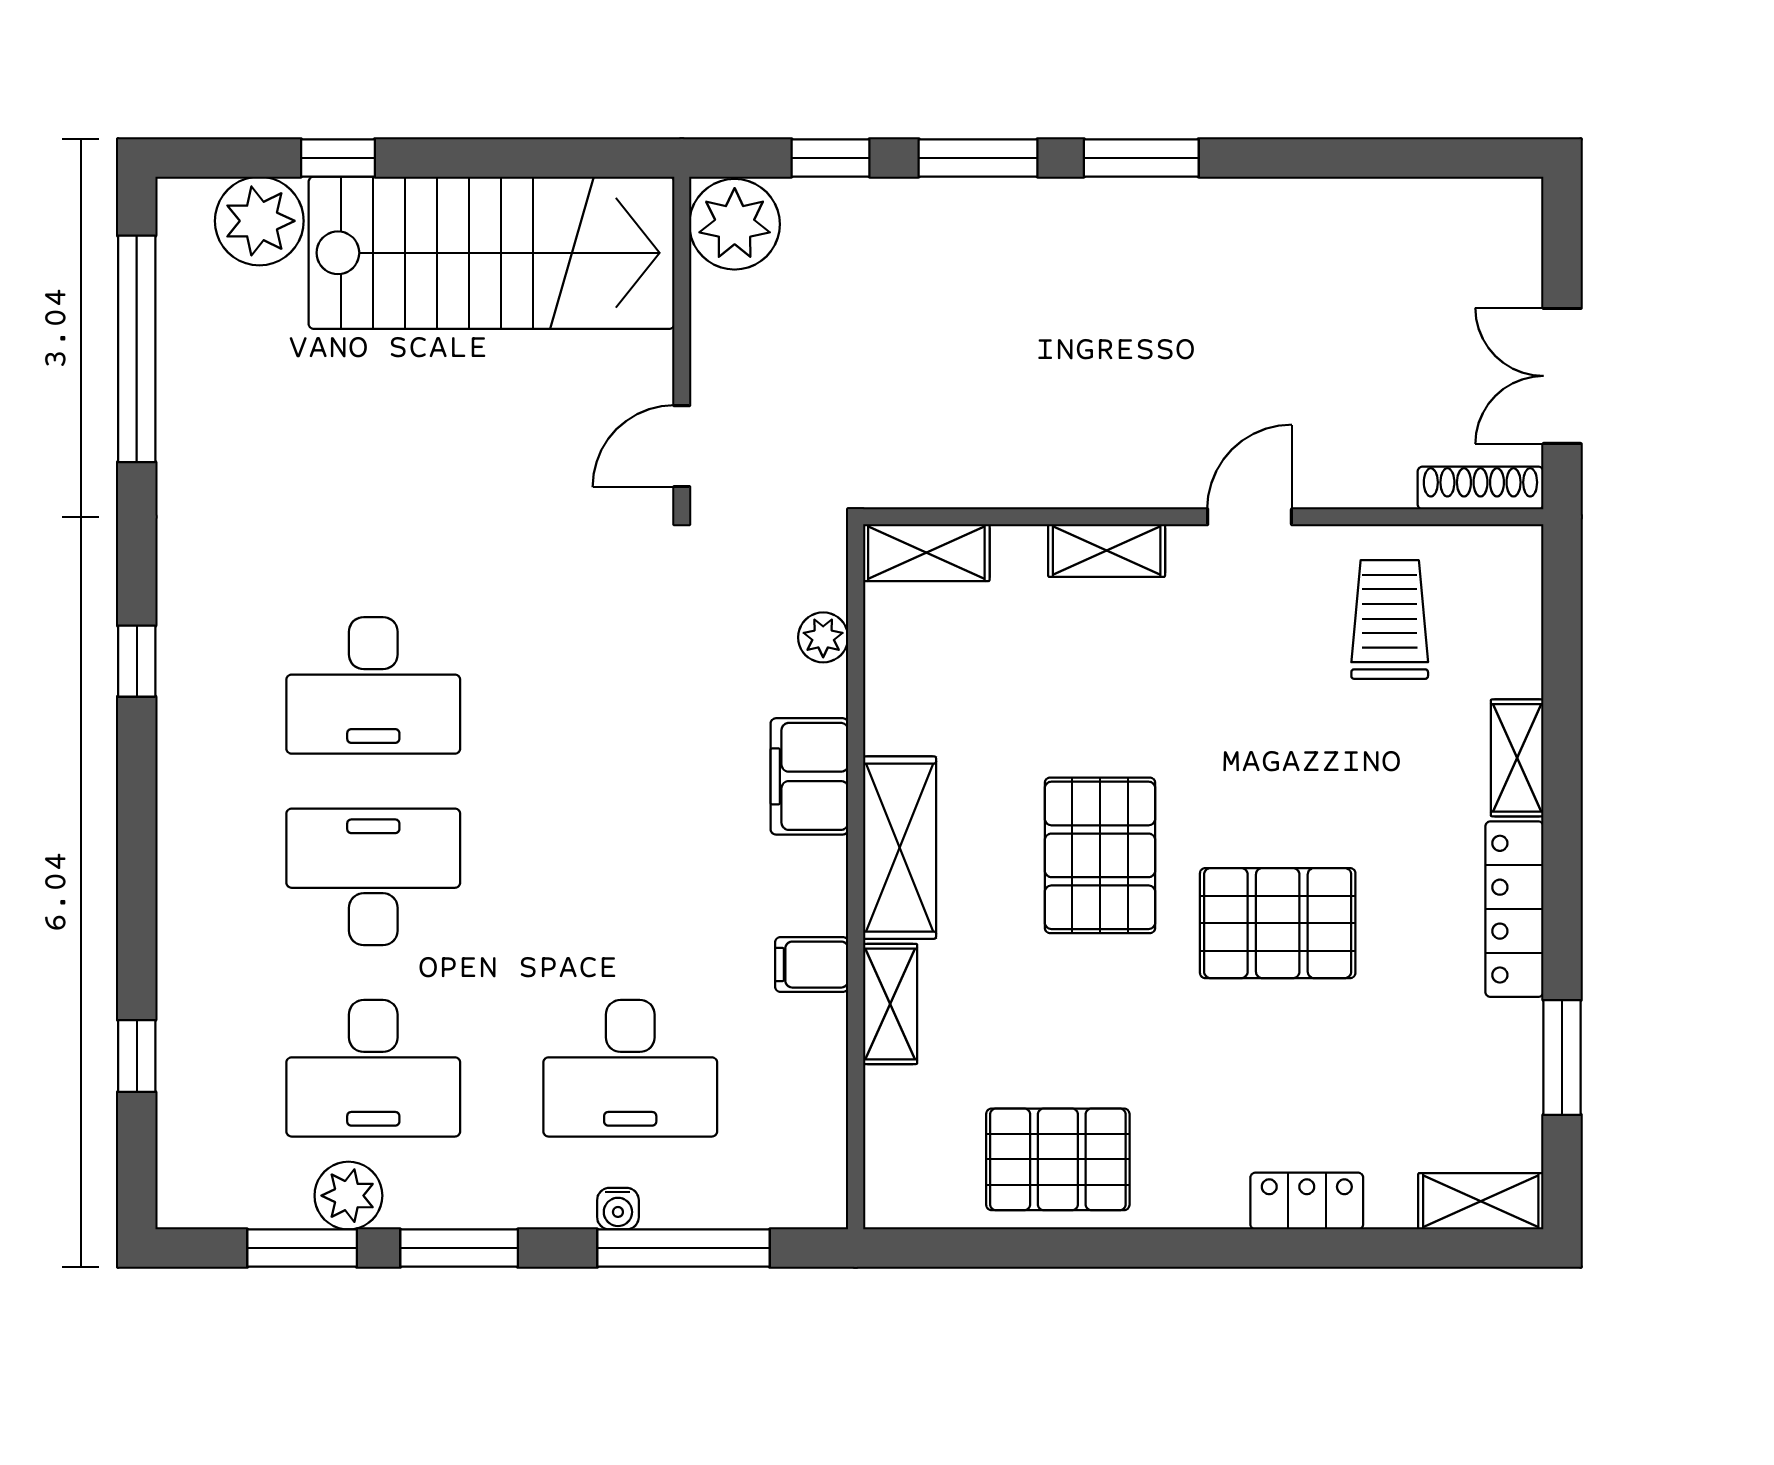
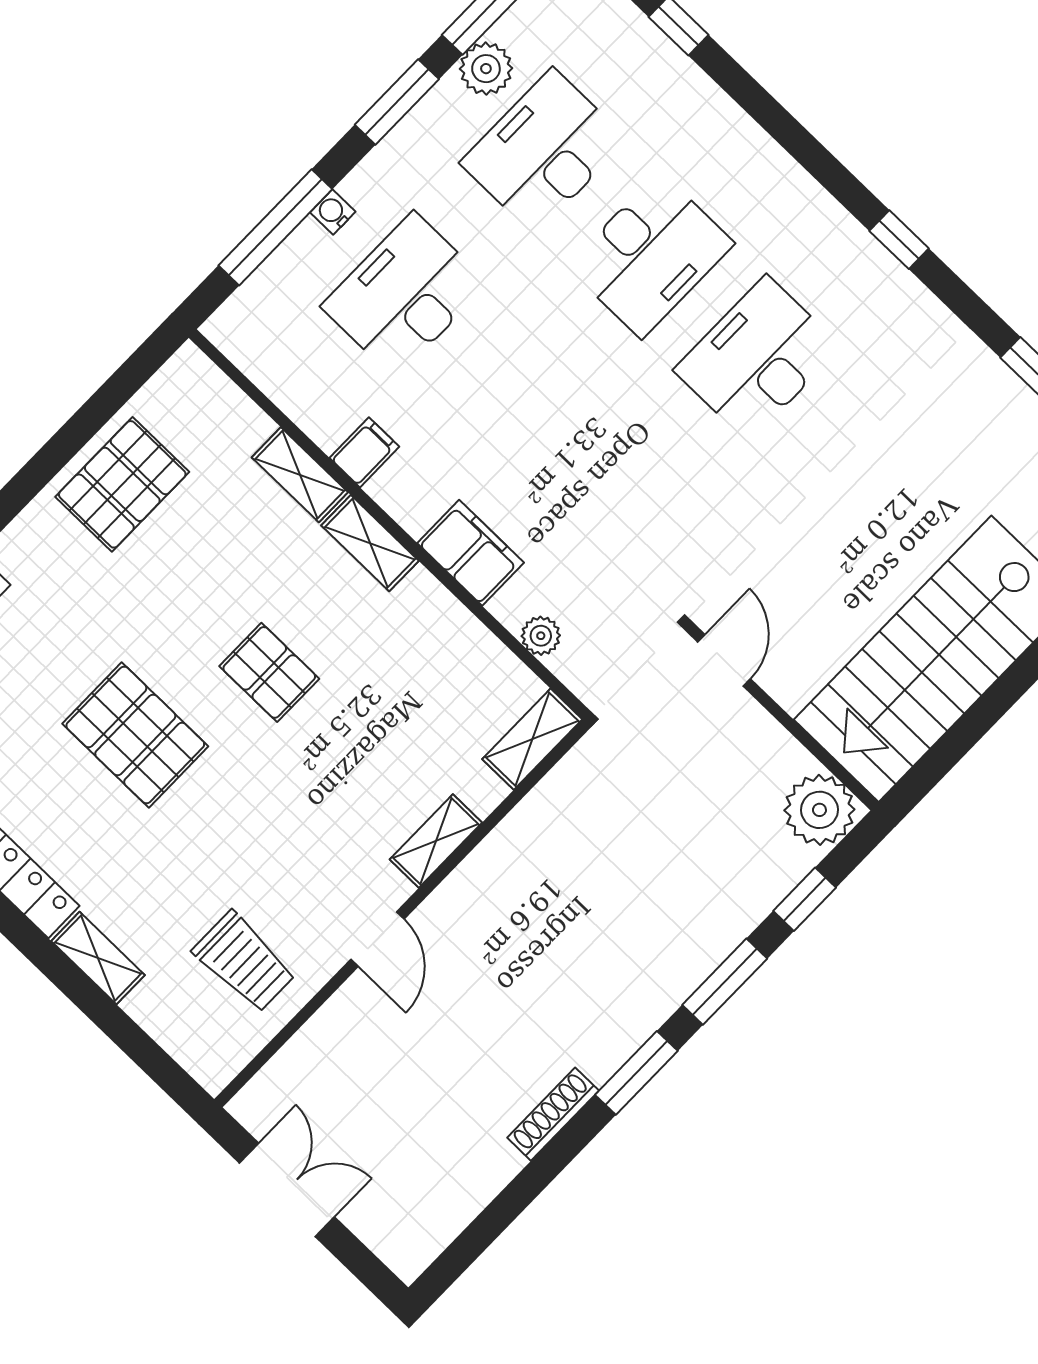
shoe rack: (1480, 488) -> (553, 1114), moved, turned 180
shelving: (900, 848) -> (370, 543), width x0.67, depth x0.75
pallet: (1100, 855) -> (269, 672), width x0.67, depth x0.71
pallet: (1278, 923) -> (135, 735), turned 90

